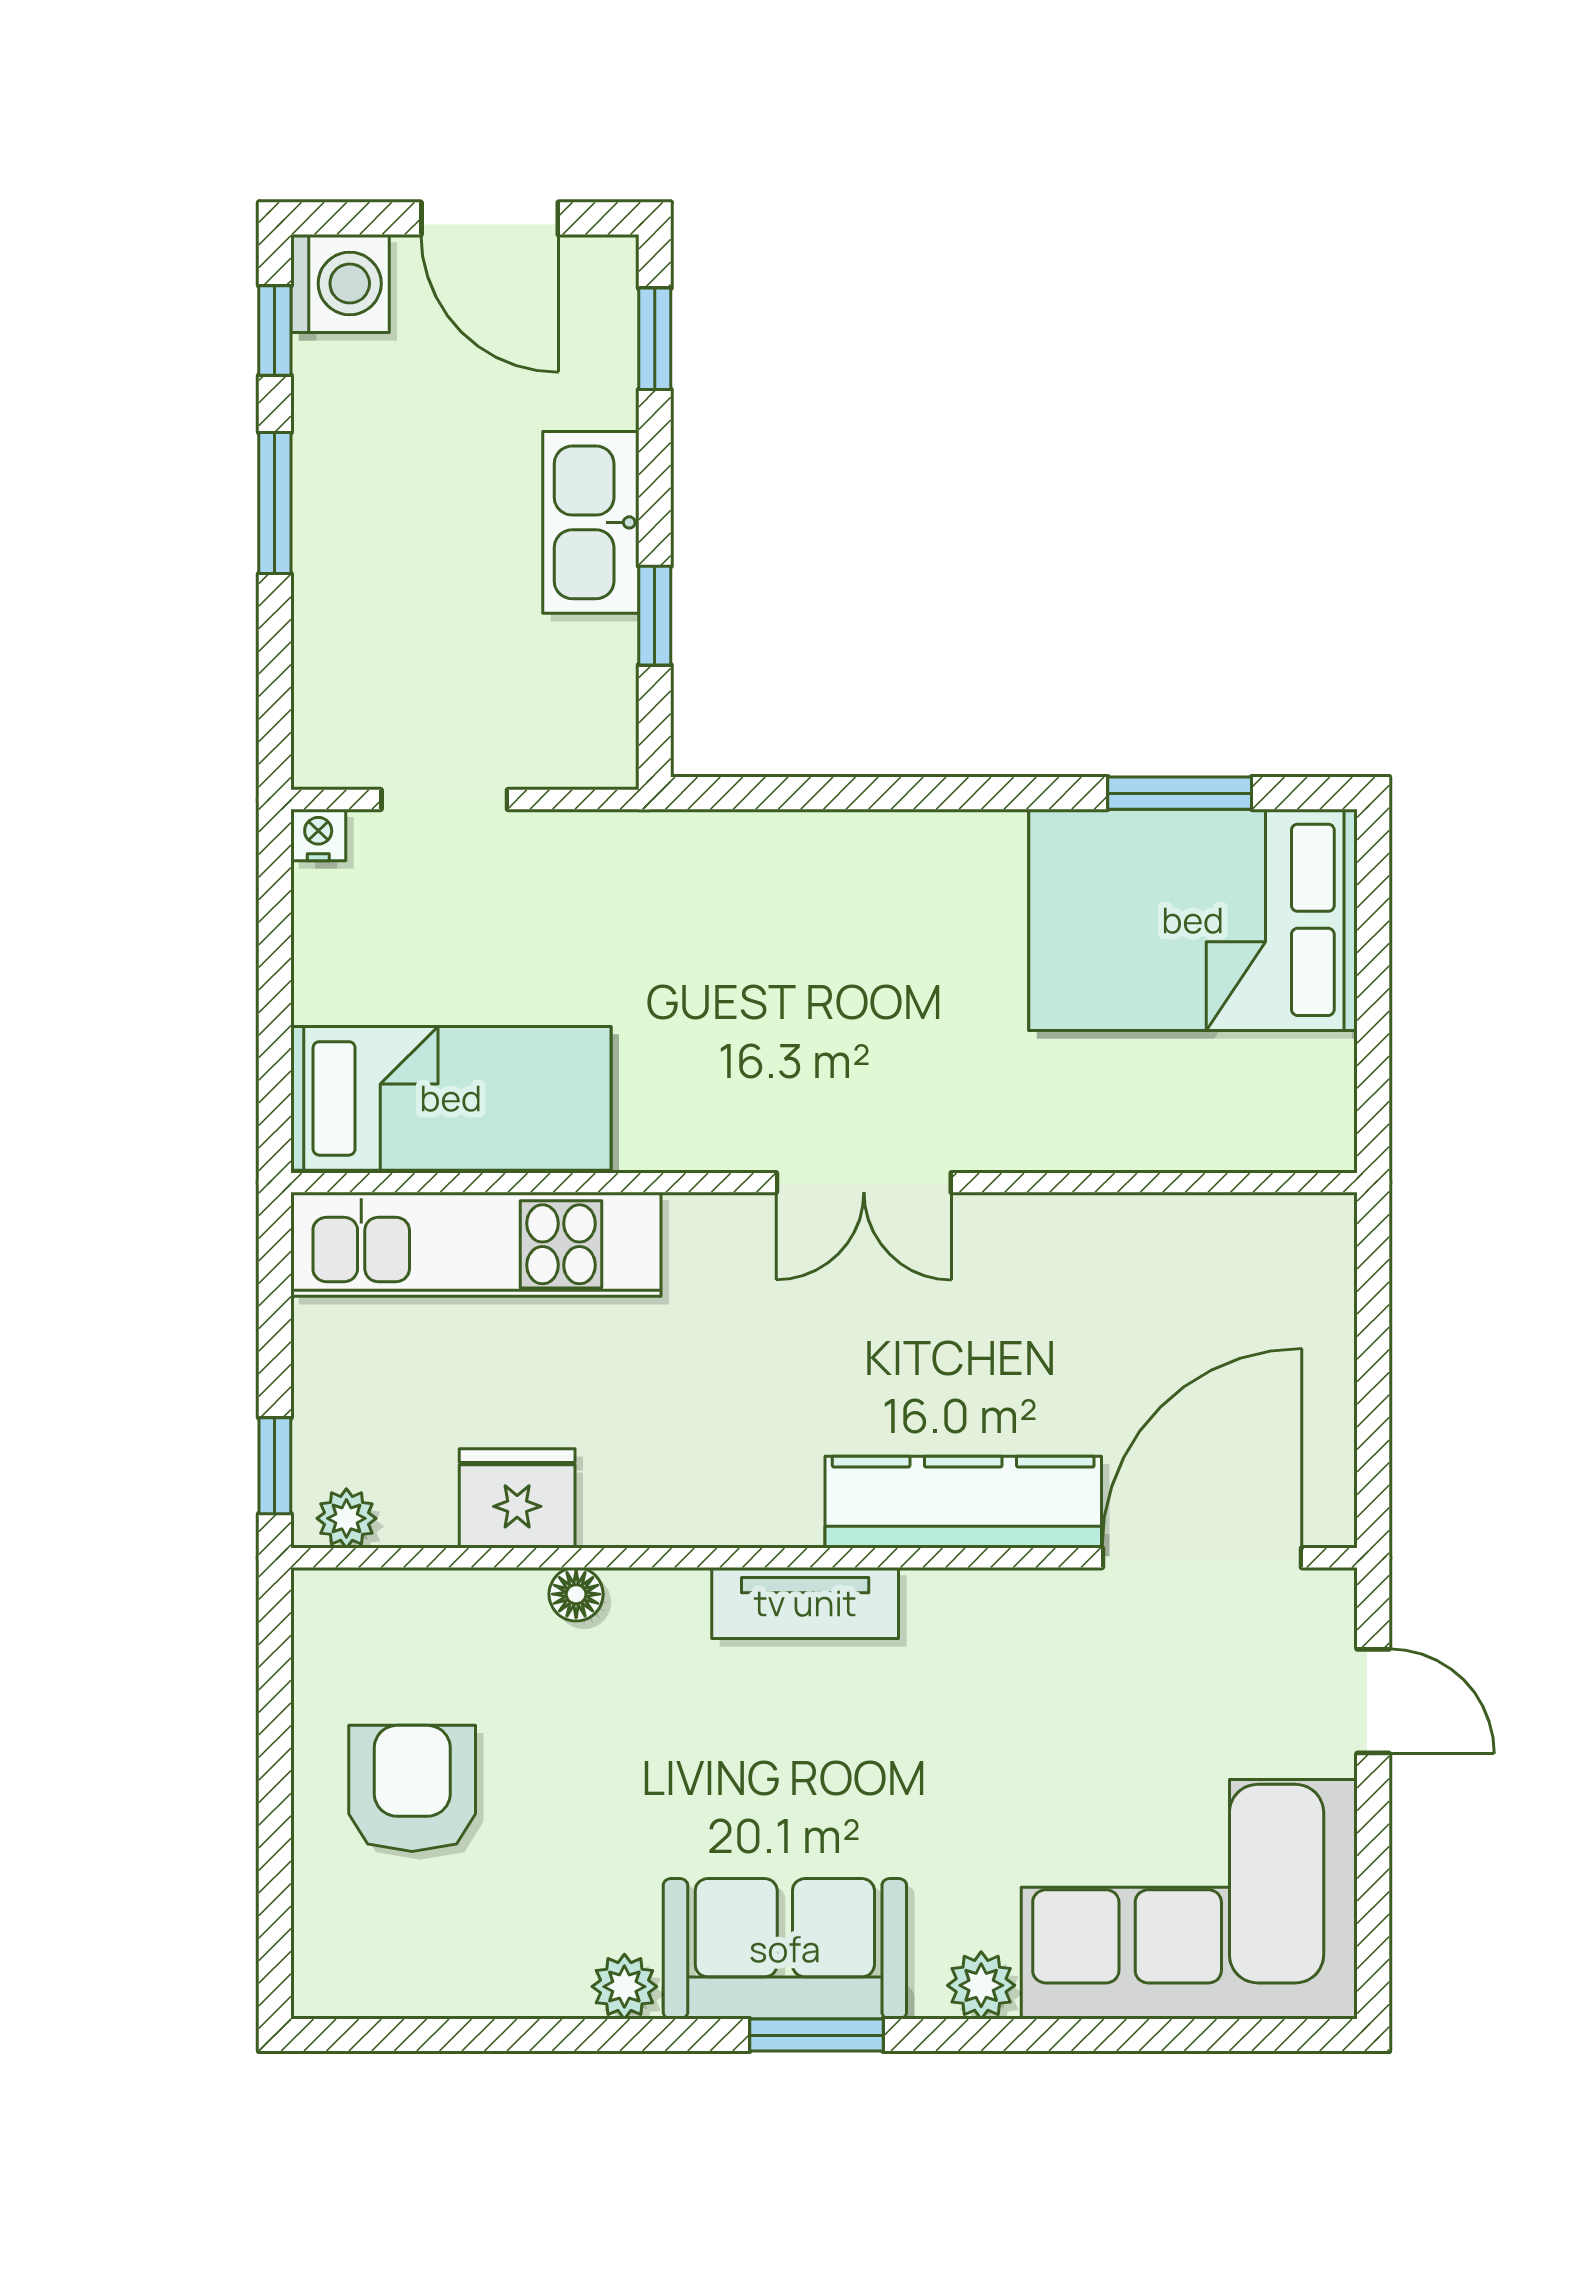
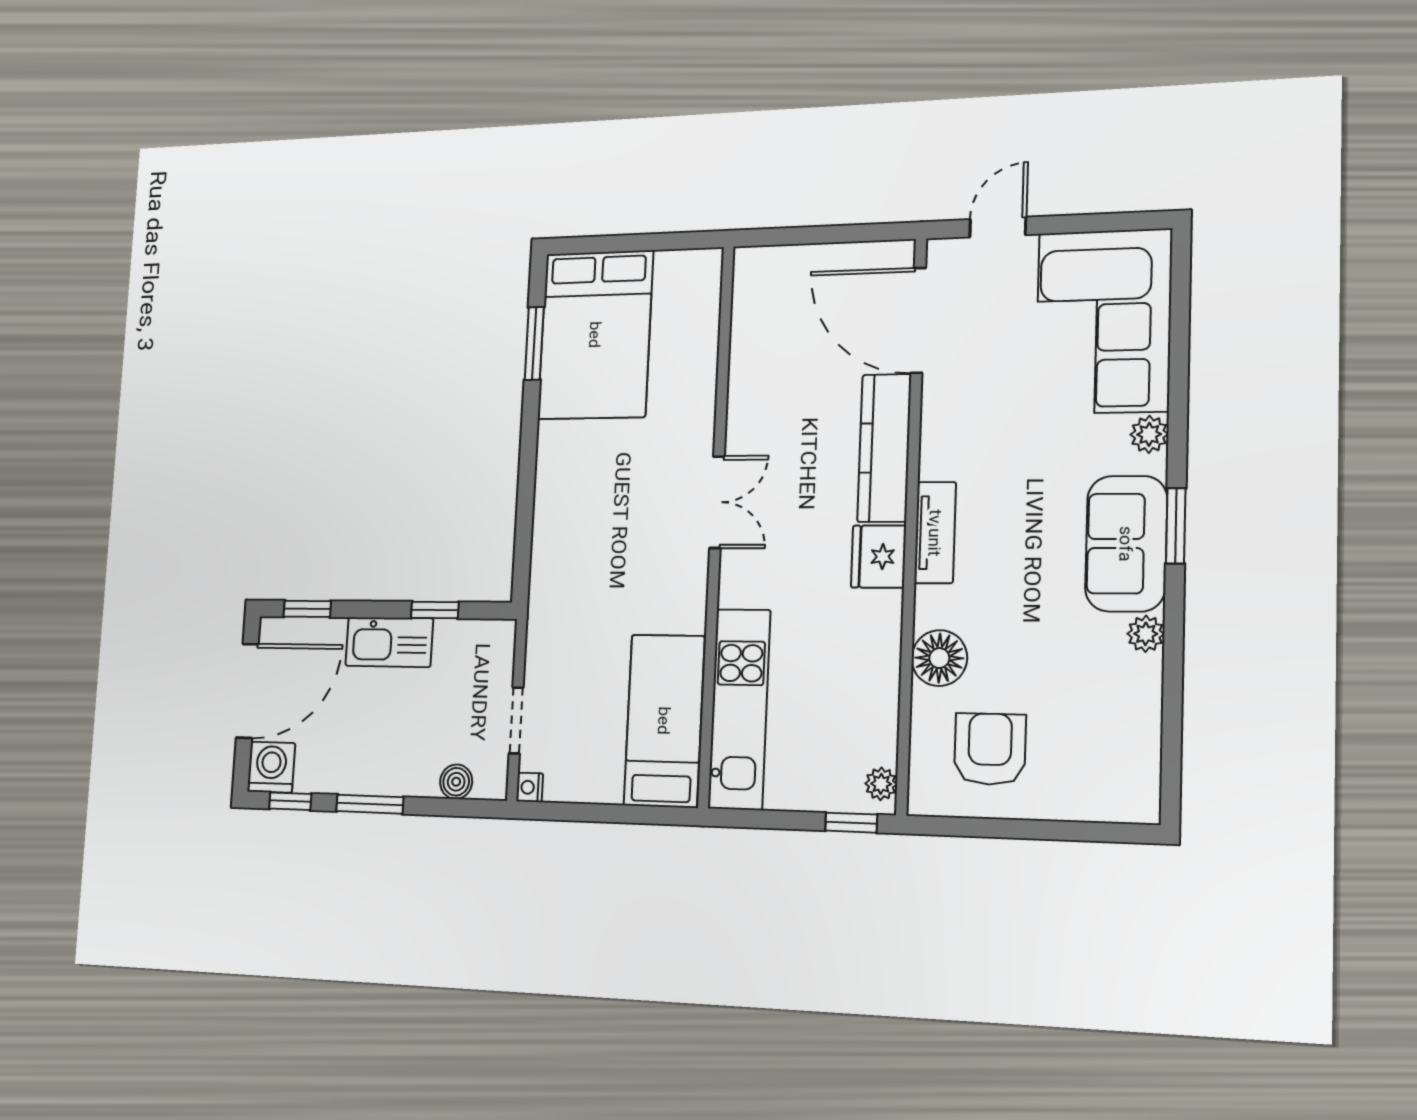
door: (490, 218) -> (247, 691), width x1.36
boiler: (324, 682) -> (456, 782), added
fridge: (517, 1498) -> (878, 557), moved
floor lamp: (576, 1594) -> (939, 658), width x1.89, depth x1.89
armchair: (412, 1788) -> (990, 749), moved, turned 90

